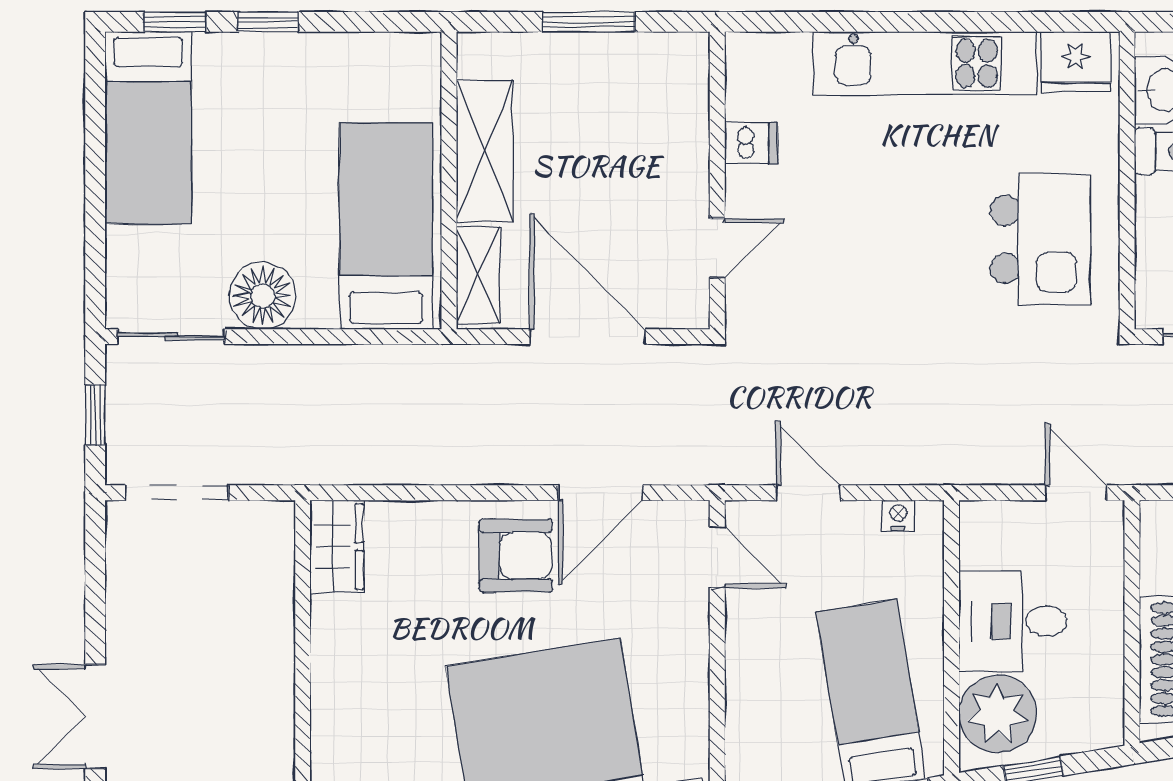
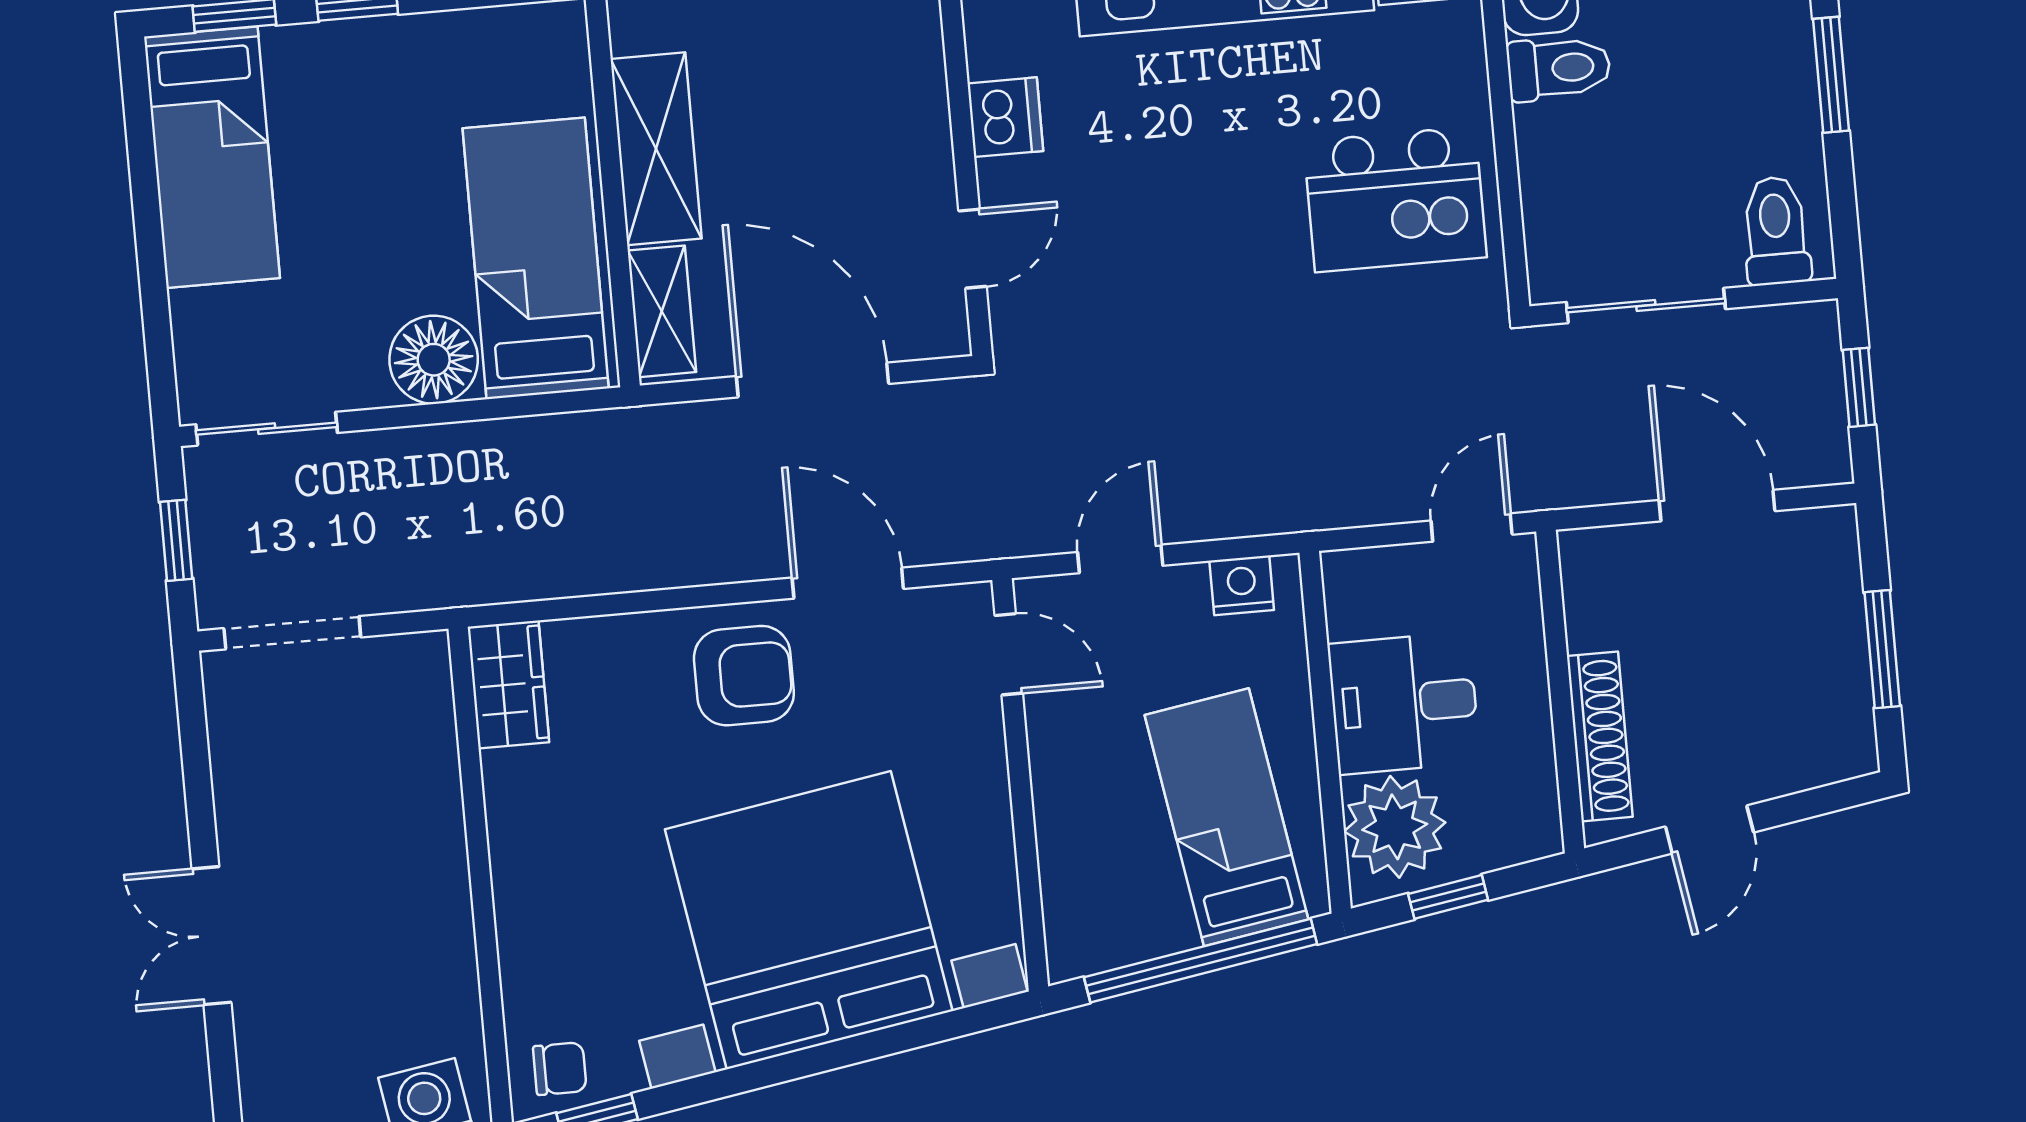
dishwasher: (751, 143) -> (1005, 117), width x1.38
kitchen island: (1040, 239) -> (1395, 199), turned 90
floor lamp: (263, 296) -> (434, 360), moved
door: (600, 493) -> (848, 583), swing flipped
door: (808, 493) -> (1120, 559), hinge flipped
door: (1076, 493) -> (1472, 528), hinge flipped
nightstand: (898, 516) -> (1242, 585), width x1.39, depth x1.35

